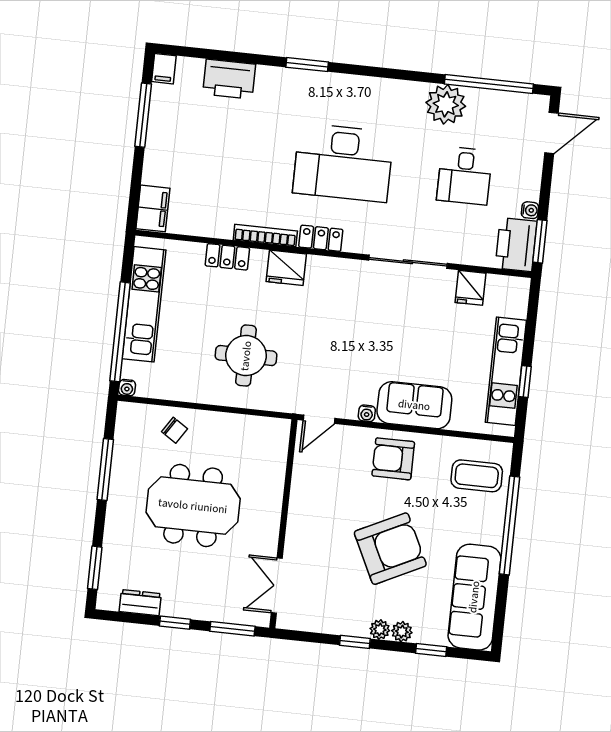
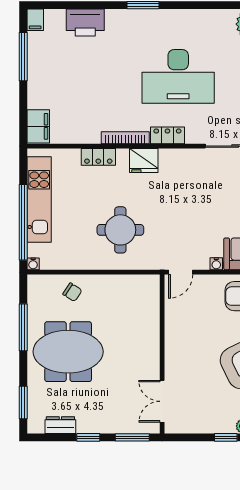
meeting table: (193, 506) -> (68, 352), moved

